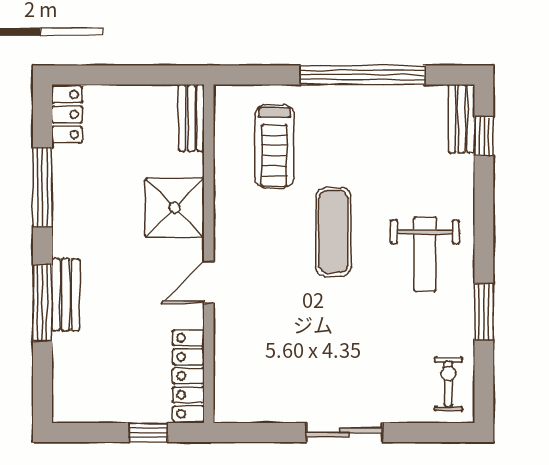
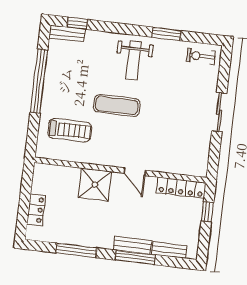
locker: (67, 115) -> (36, 210), moved, turned 90
bench: (191, 118) -> (169, 250), moved
weight bench: (425, 254) -> (134, 60), turned 90

